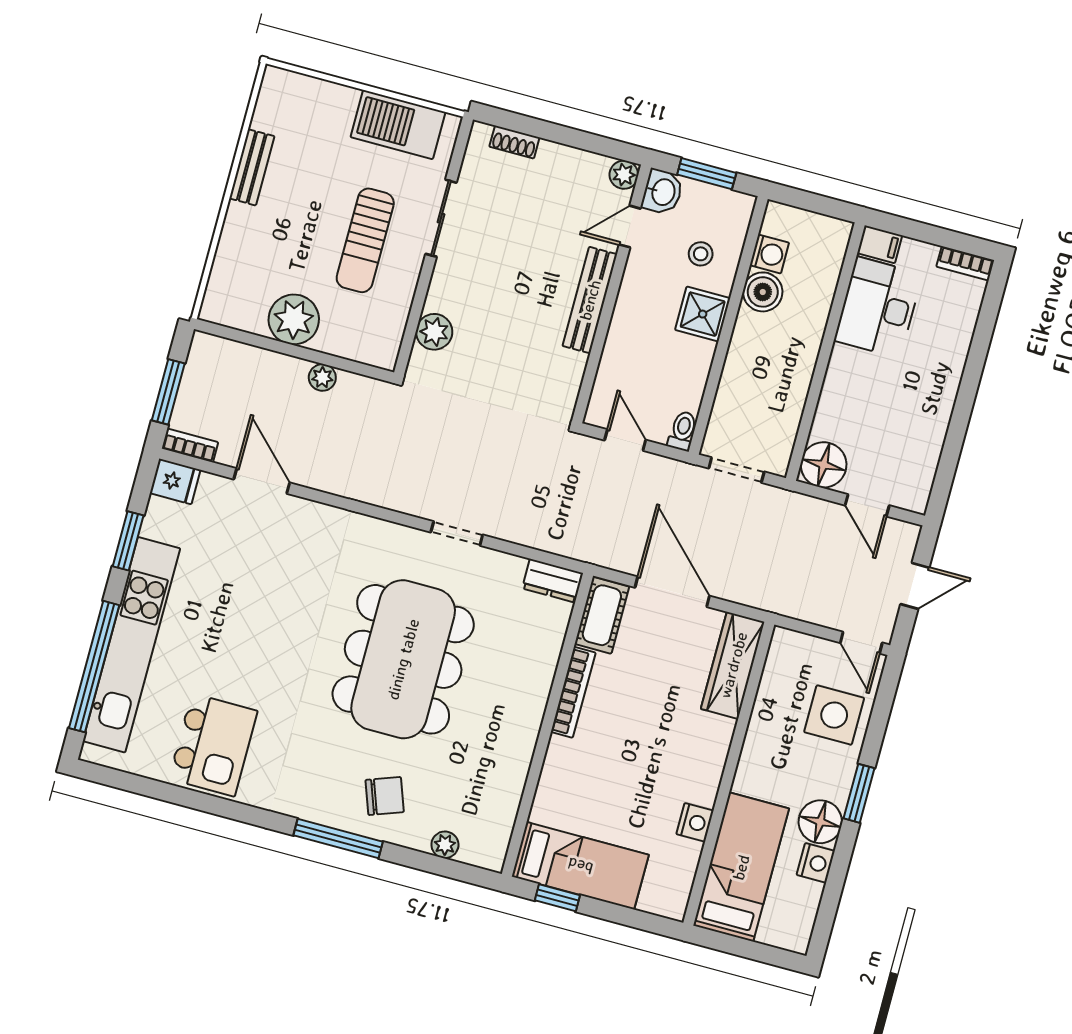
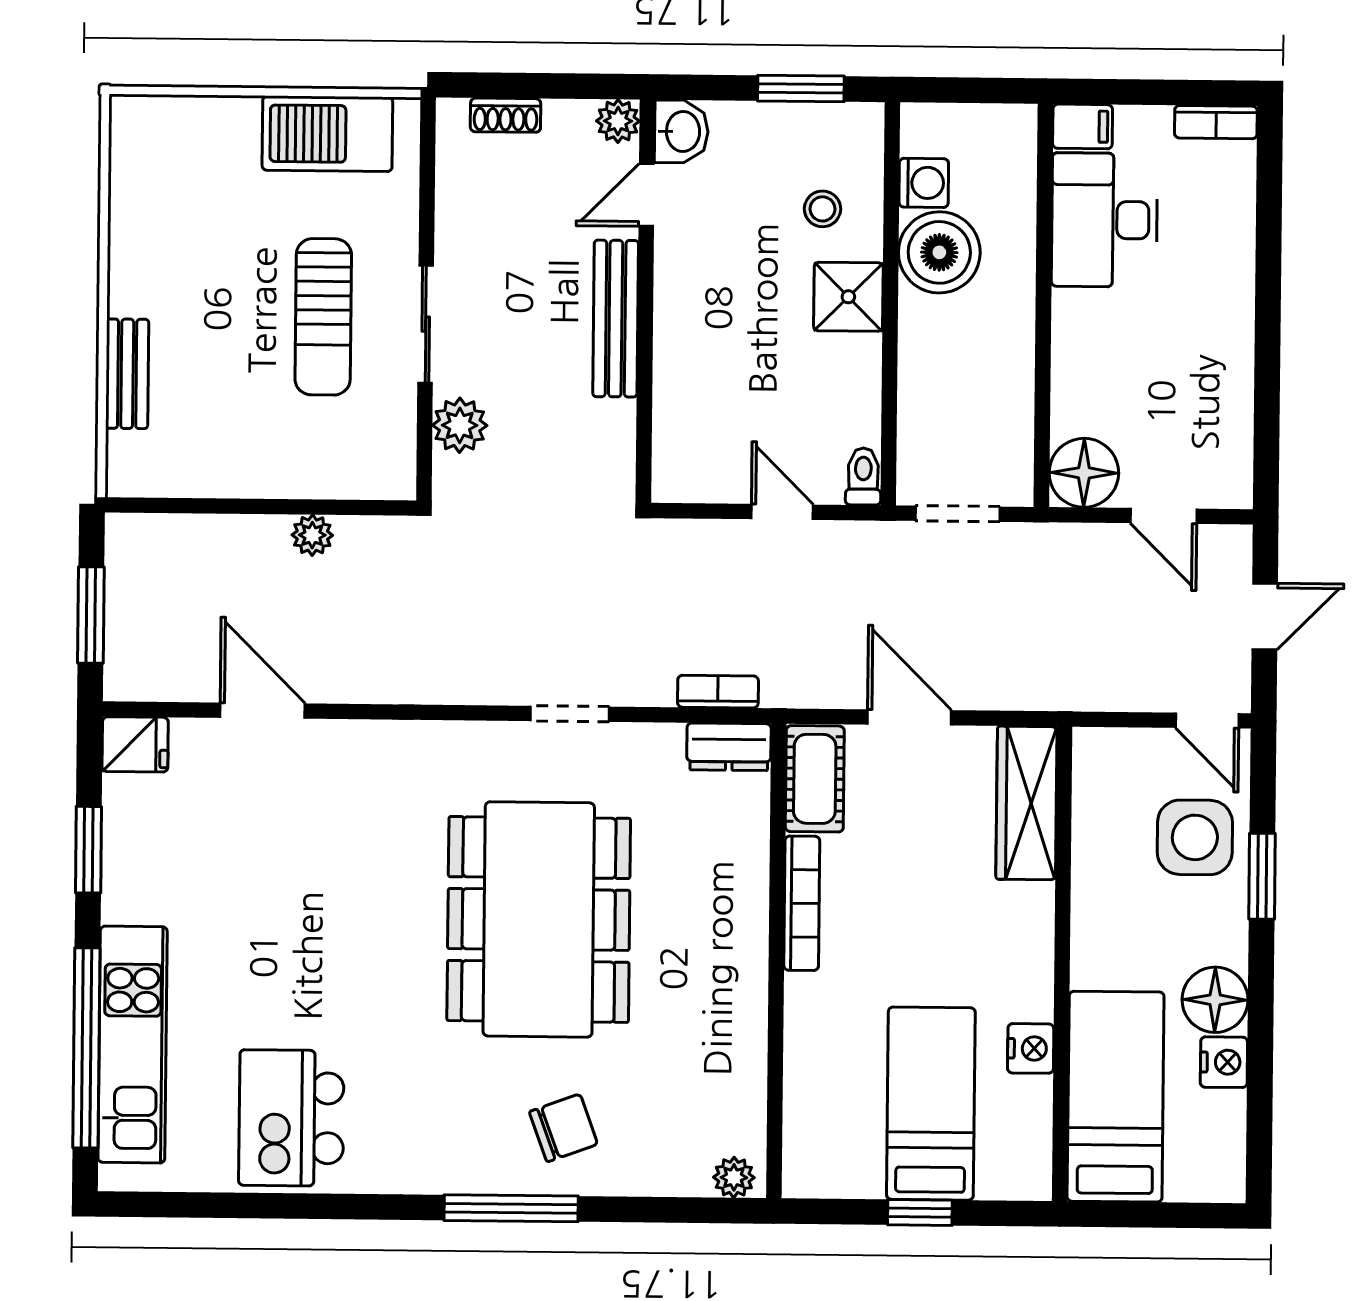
bench: (252, 167) -> (127, 374), moved
plant: (624, 175) -> (618, 121), moved
washbasin: (662, 192) -> (681, 131), moved
sliding door: (441, 218) -> (426, 324), moved
door: (630, 227) -> (646, 195), moved
boiler: (763, 292) -> (939, 252), width x1.37, depth x1.37
wall: (612, 294) -> (645, 301), moved
bench: (590, 300) -> (616, 319), moved
plant: (294, 319) -> (248, 461), removed
bookcase: (190, 445) -> (718, 692), moved
door: (672, 592) -> (909, 717), width x0.73
kitchen unit: (131, 645) -> (133, 1045), width x0.73
kitchen island: (213, 745) -> (291, 1118), turned 180
window: (859, 793) -> (1262, 876), moved
plant: (445, 845) -> (734, 1177), moved
bed: (580, 866) -> (931, 1104), moved, turned -90
window: (557, 898) -> (920, 1213), moved

